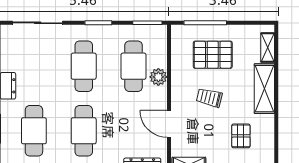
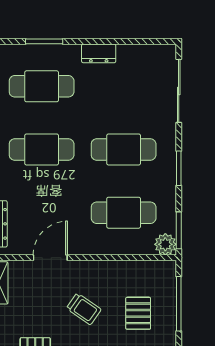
pallet: (213, 55) -> (138, 313), width x0.67, depth x0.71
plant: (158, 77) -> (165, 244), moved
trolley: (209, 98) -> (84, 309), turned 111

